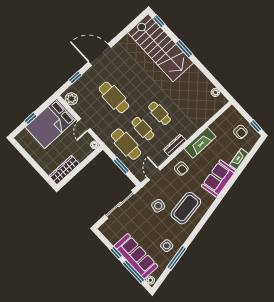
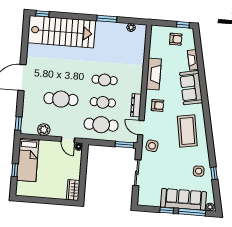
window: (184, 49) -> (107, 19), moved
window: (75, 77) -> (18, 124), moved
plant: (71, 99) -> (44, 130), moved
bed: (51, 123) -> (28, 160), width x0.67
door: (84, 125) -> (68, 140), moved
dresser: (175, 145) -> (136, 105), moved
window: (121, 166) -> (124, 145), moved
wardrobe: (64, 170) -> (73, 190), width x0.67
sliding door: (120, 204) -> (137, 173), width x0.73
side table: (158, 206) -> (152, 146), moved
window: (177, 258) -> (214, 173), width x0.46

